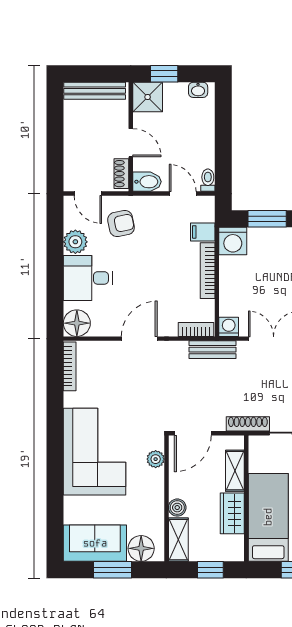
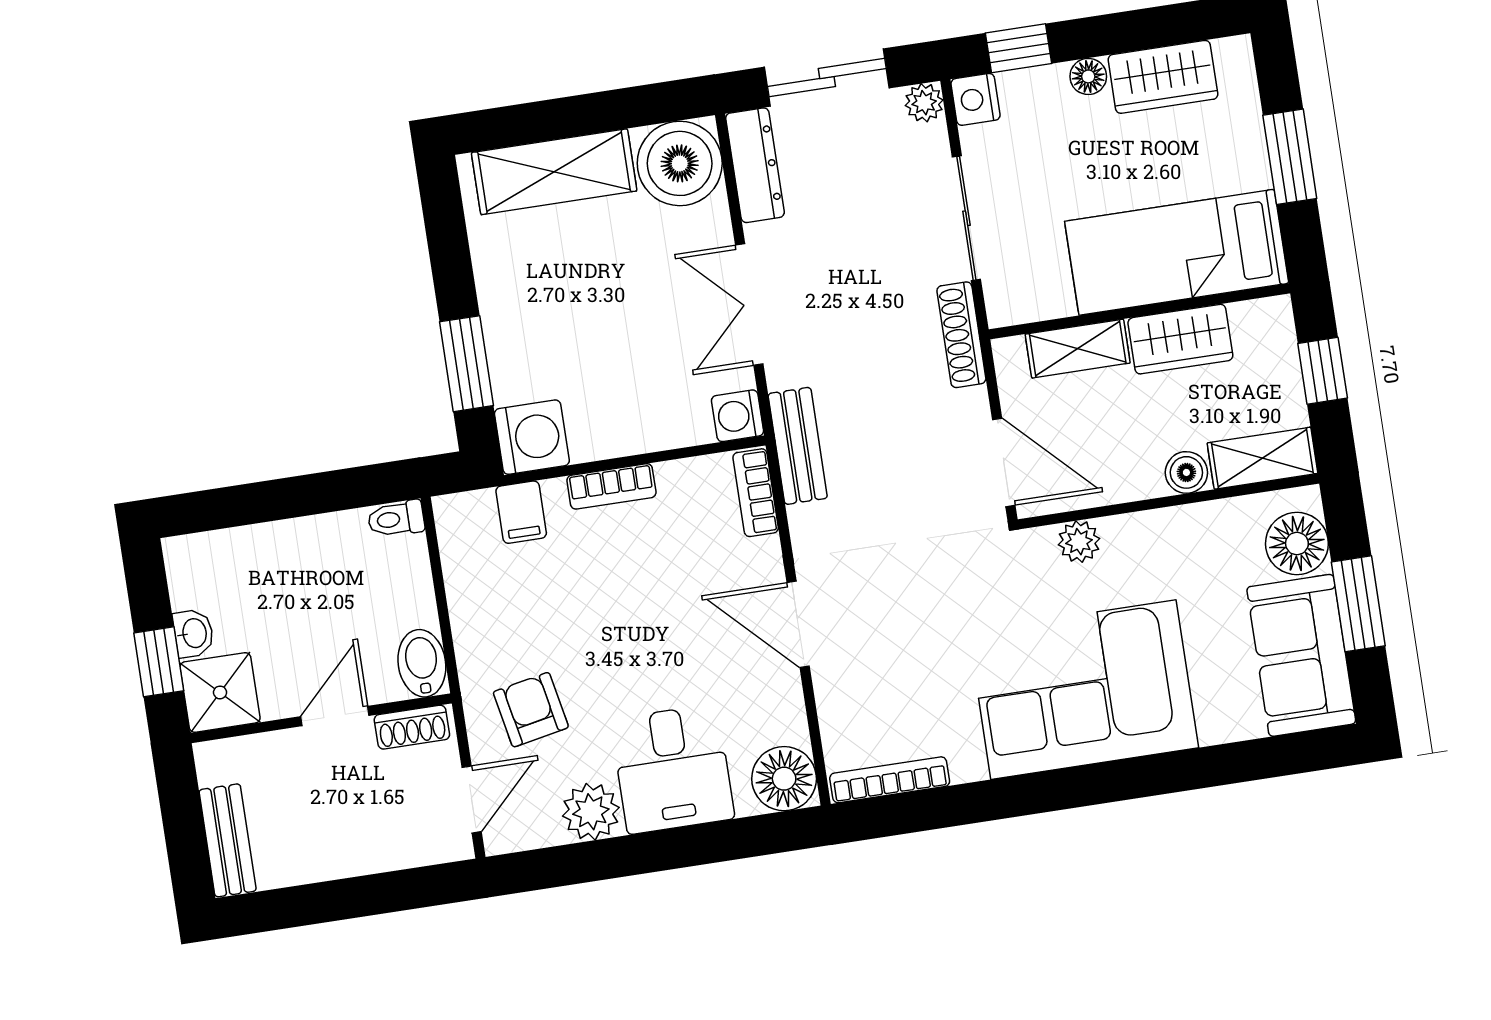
washbasin: (198, 90) -> (193, 633), moved
bench: (95, 91) -> (228, 840), width x0.73
door: (183, 194) -> (437, 574), removed
bookcase: (208, 271) -> (611, 486), width x0.64

